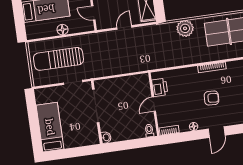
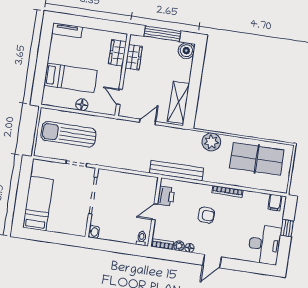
bench: (162, 62) -> (176, 171), added
armchair: (211, 98) -> (206, 215), moved
plant: (184, 127) -> (179, 246), added

